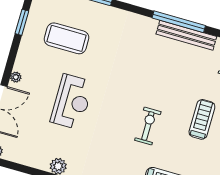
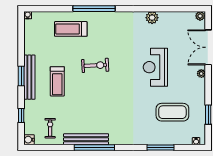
exercise bike: (148, 126) -> (95, 65), turned -93

